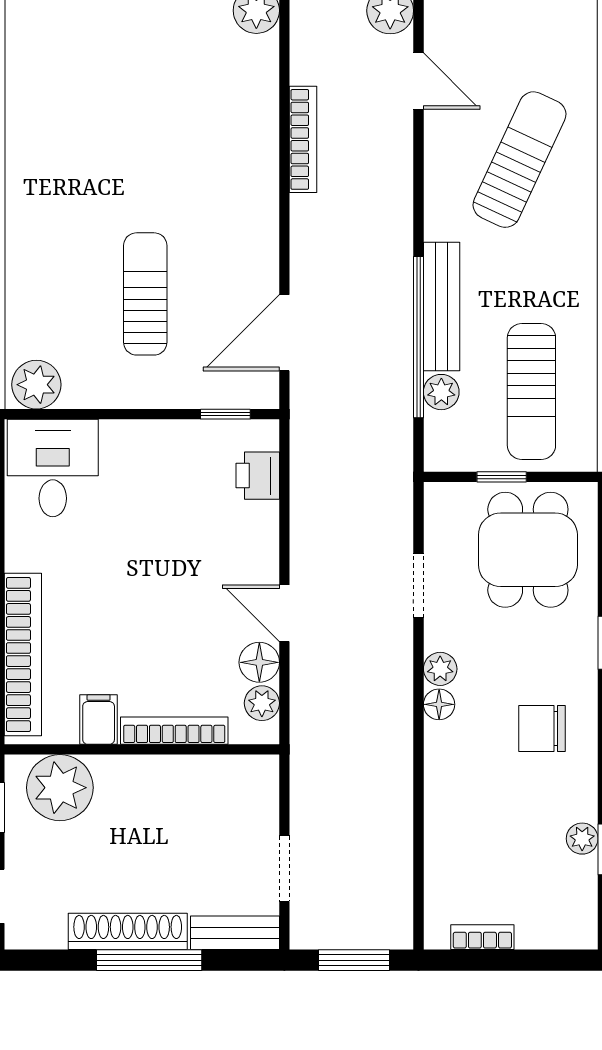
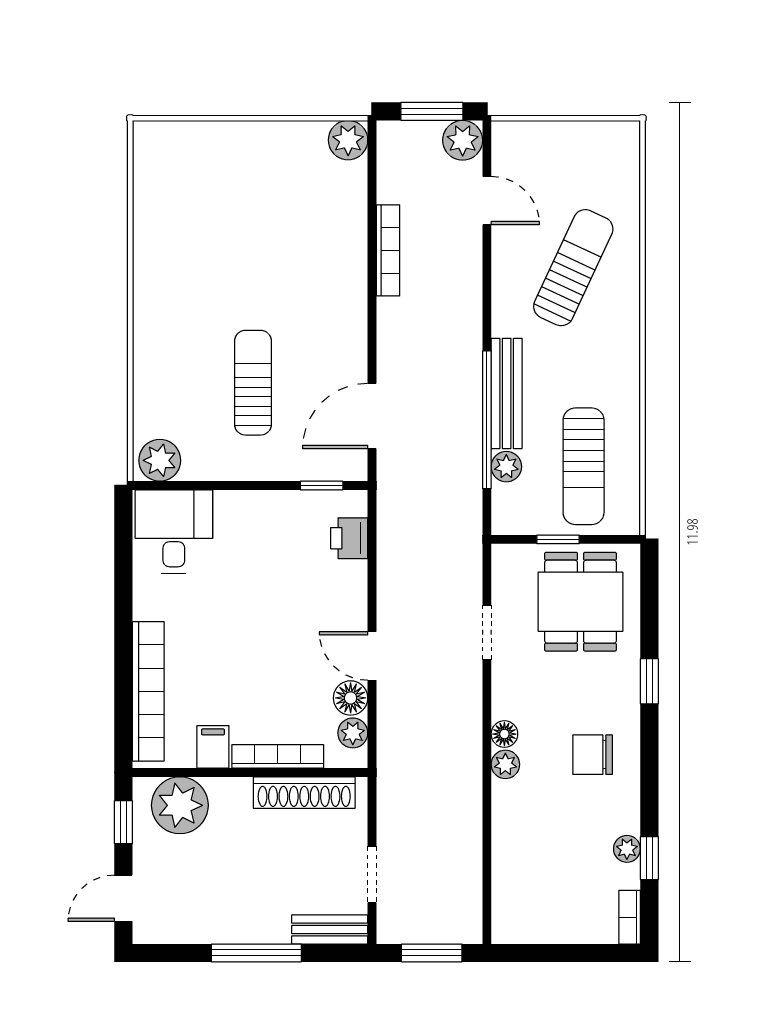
plant: (440, 669) -> (505, 764), moved
shoe rack: (128, 931) -> (304, 793), moved, turned 180
bookcase: (482, 937) -> (630, 917), moved, turned -90

